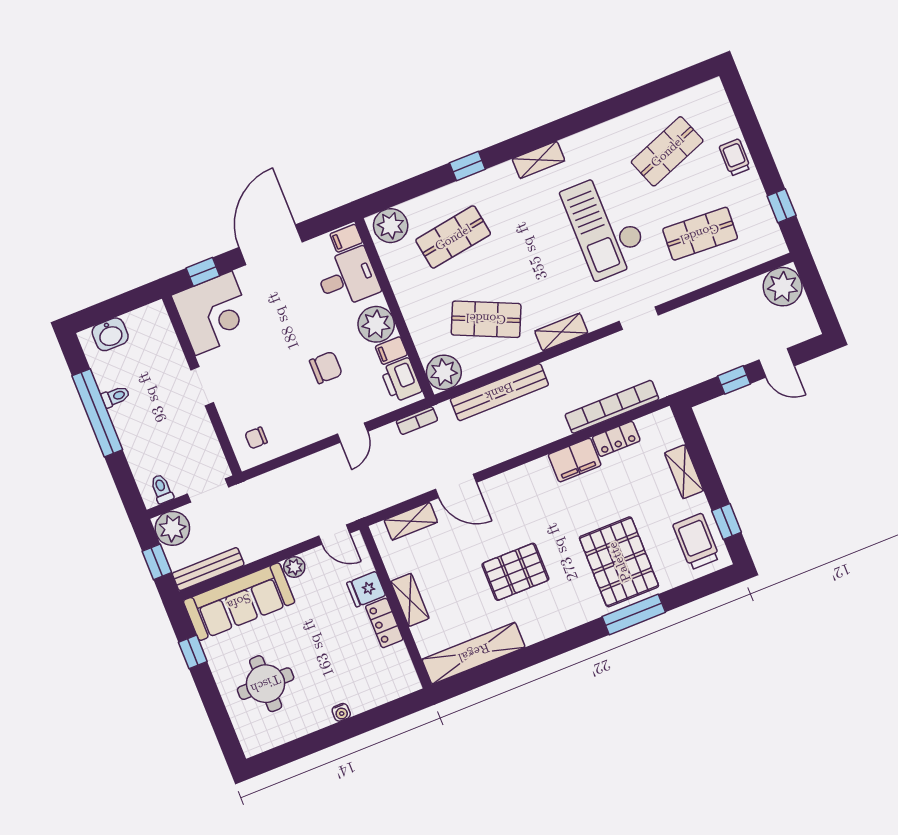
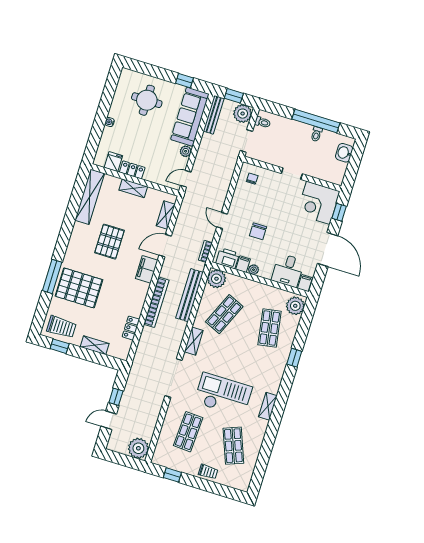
shelving: (538, 160) -> (268, 406), moved
doorway: (639, 318) -> (174, 378), width x1.88
plant: (376, 324) -> (254, 270), width x0.53, depth x0.53
bookcase: (612, 407) -> (156, 302), moved
filing cabinet: (575, 460) -> (147, 269), moved
fridge: (366, 589) -> (113, 162), moved

